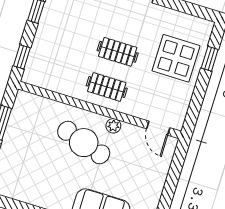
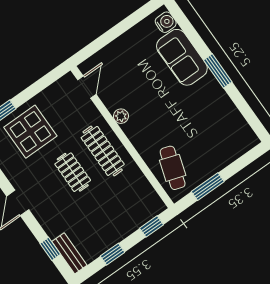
clothes rail: (107, 87) -> (103, 151), width x1.36
cafe table: (84, 143) -> (173, 168), moved, width x0.73, depth x0.74

